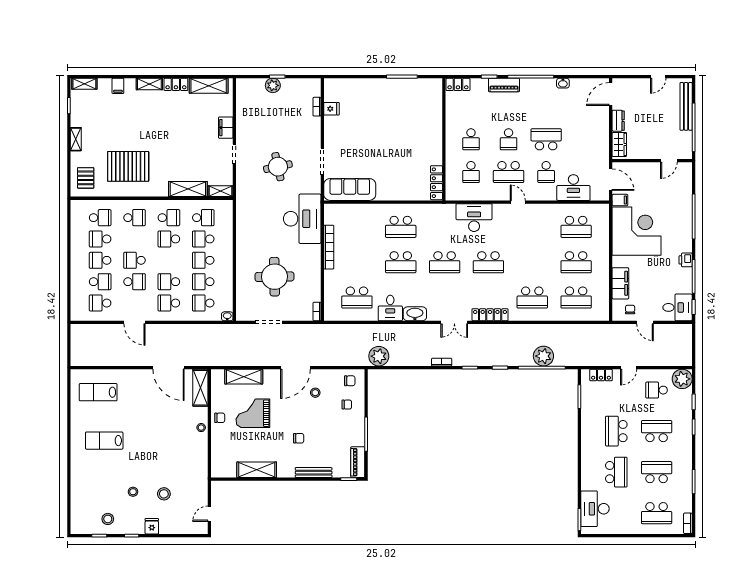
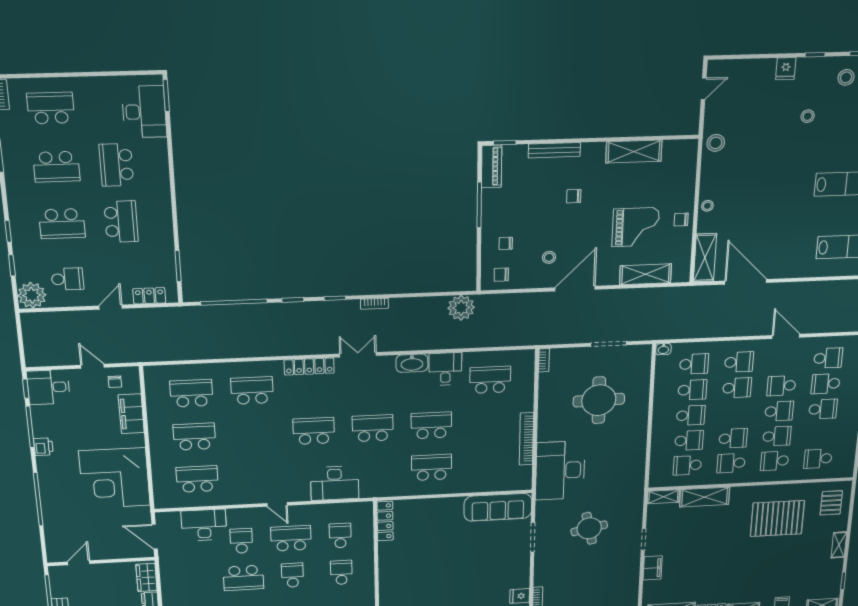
filing cabinet: (620, 200) -> (140, 514), removed
school desk: (100, 239) -> (777, 436), moved
plant: (543, 356) -> (232, 317), removed
stool: (164, 494) -> (716, 143), moved

